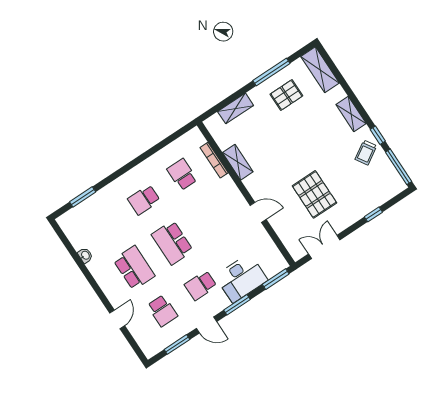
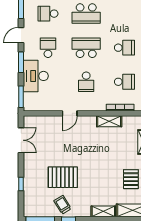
shelving: (351, 114) -> (103, 211), moved
pallet: (314, 194) -> (63, 177), moved
school desk: (144, 200) -> (124, 48), turned 90
school desk: (210, 217) -> (86, 82), added

